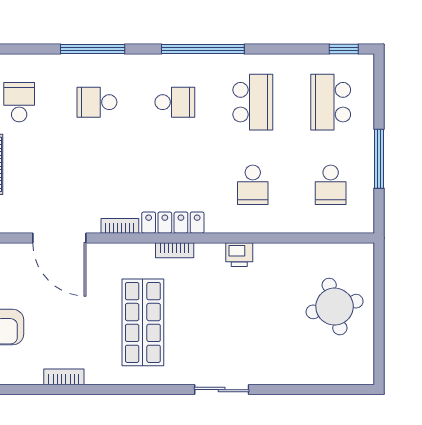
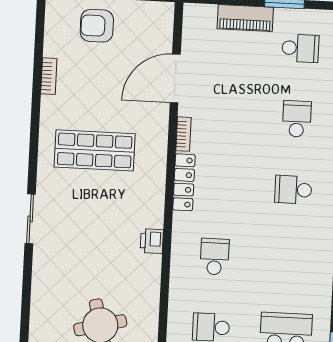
school desk: (175, 102) -> (293, 190), turned 90
school desk: (253, 102) -> (290, 260), removed
school desk: (253, 185) -> (215, 257), turned 90
bookcase: (175, 250) -> (159, 183), removed

